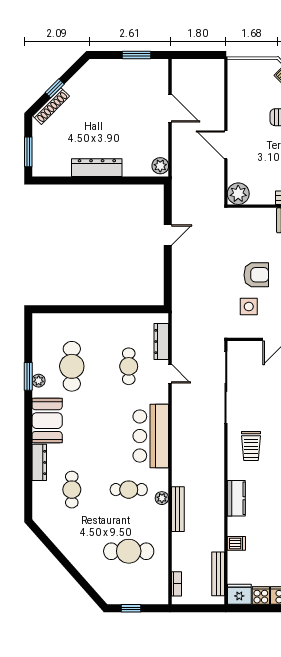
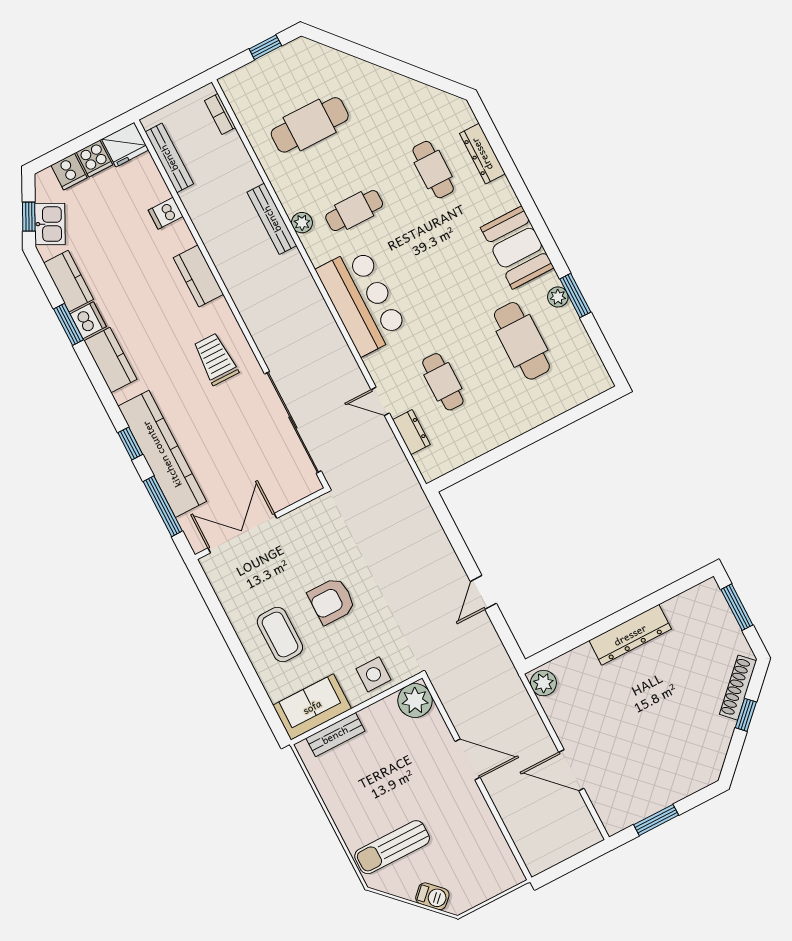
side table: (249, 307) -> (373, 674), moved
dresser: (161, 342) -> (411, 432), width x0.70
dresser: (39, 462) -> (482, 154), moved

